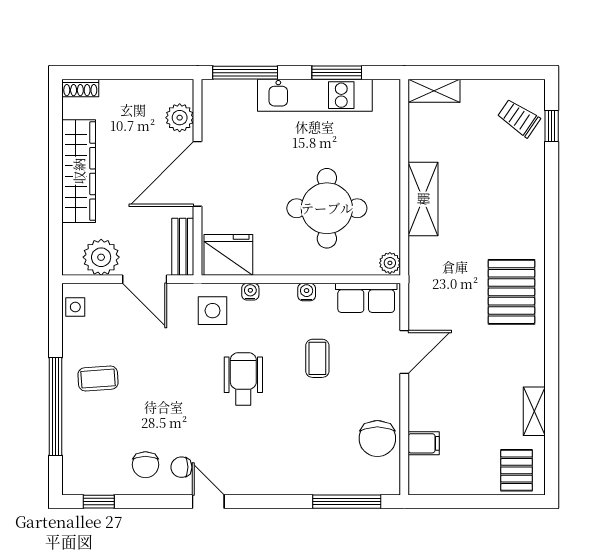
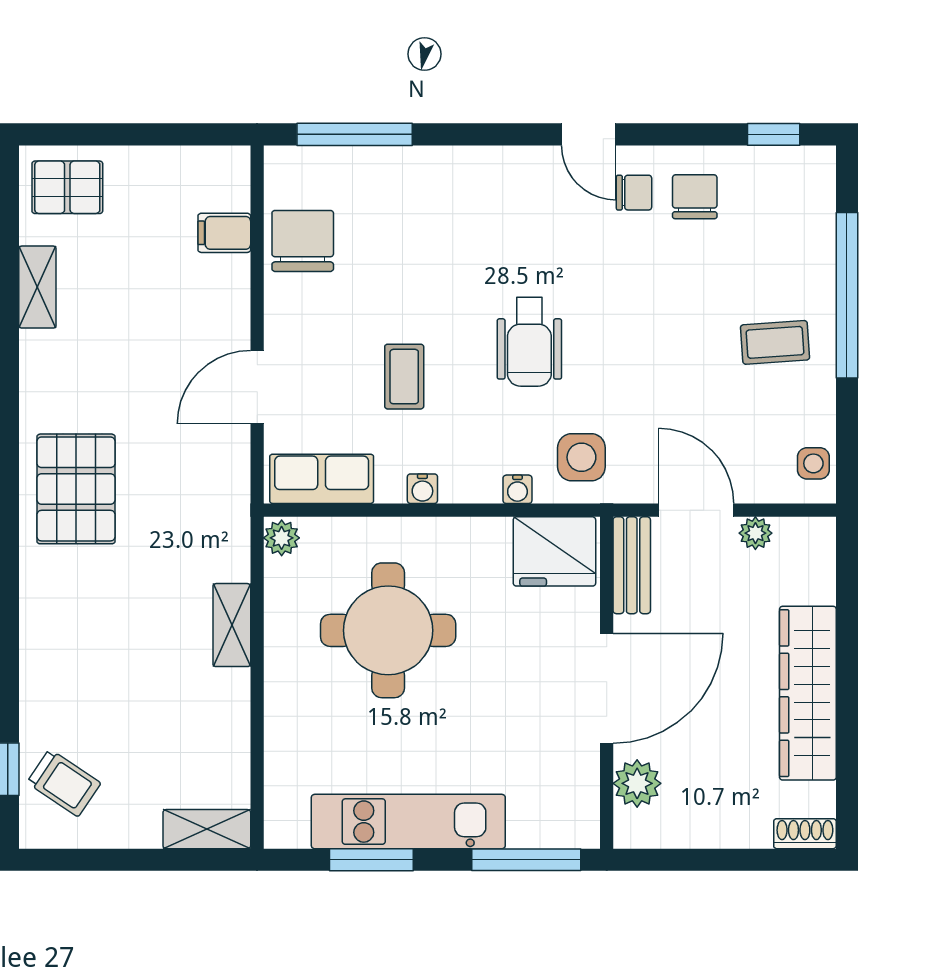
shelving: (423, 199) -> (232, 625), width x0.67, depth x0.75
plant: (101, 257) -> (755, 533), width x0.53, depth x0.53
pallet: (517, 470) -> (67, 187), turned 90

